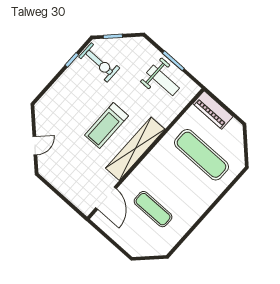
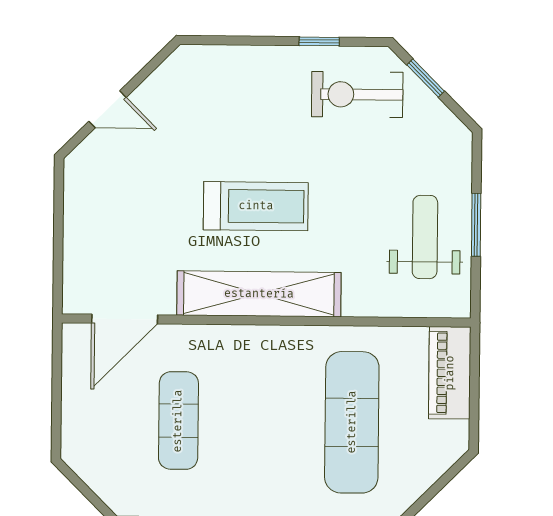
exercise bike: (99, 62) -> (357, 94), turned 90
weight bench: (163, 80) -> (425, 237), turned 180
treadmill: (107, 125) -> (256, 206), turned 180

